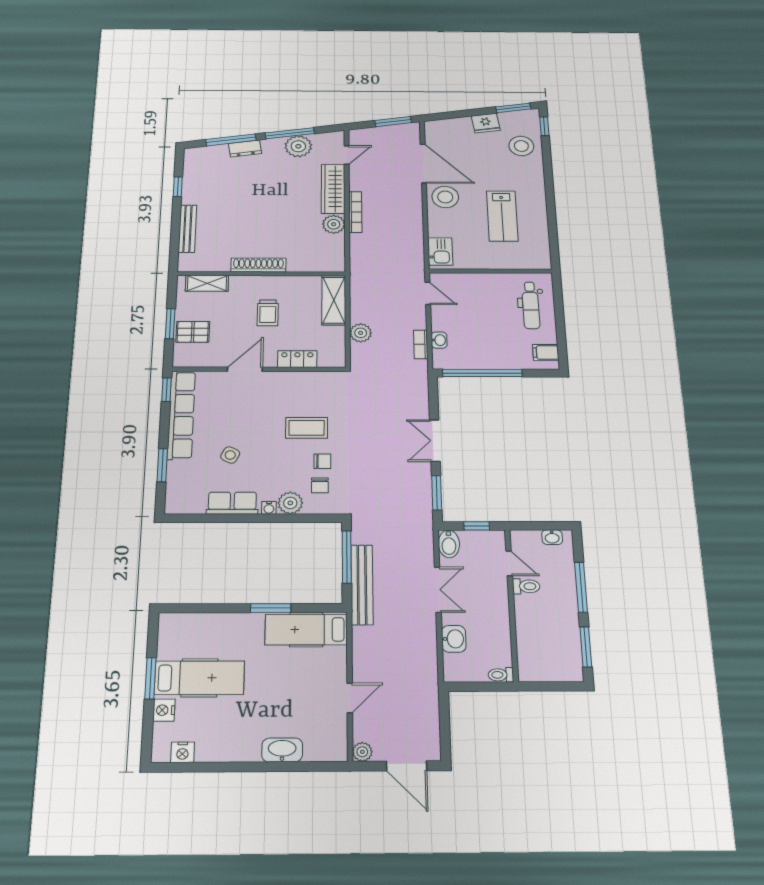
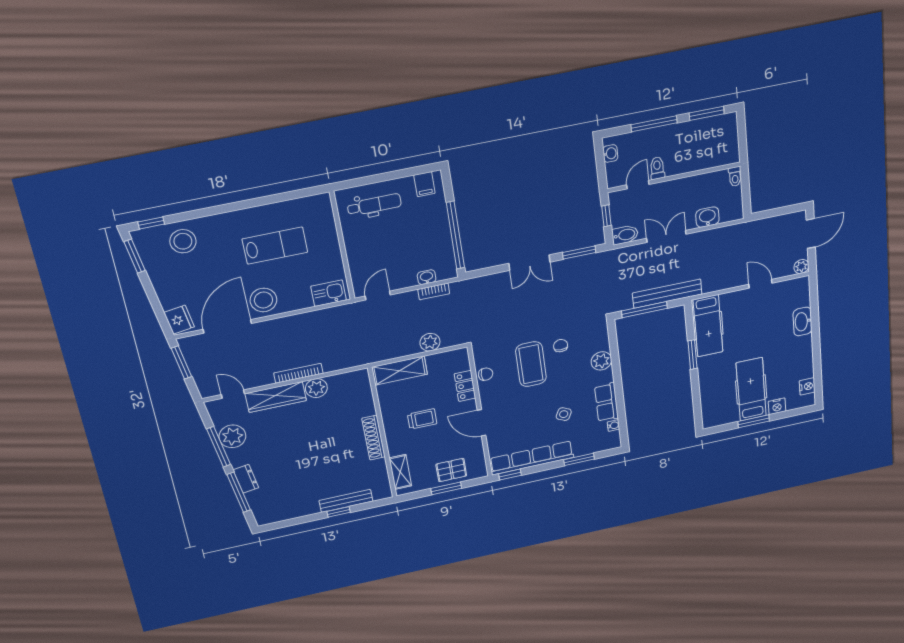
fridge: (486, 123) -> (179, 320), moved
window: (178, 187) -> (339, 512), moved
pallet: (193, 332) -> (451, 470), turned 90
coffee table: (307, 428) -> (531, 364), width x1.36, depth x1.32
chair: (320, 485) -> (486, 374), moved
water cooler: (269, 508) -> (613, 425), moved

